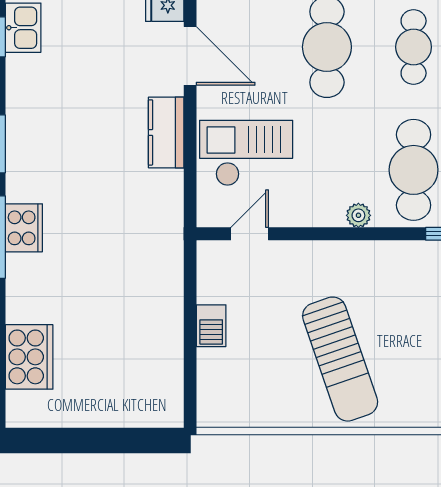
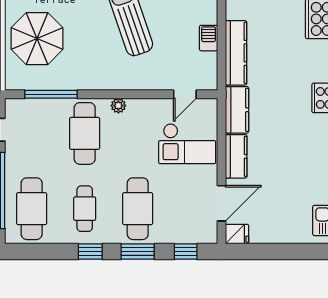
door: (190, 56) -> (221, 203), swing flipped
kitchen counter: (165, 208) -> (237, 110), added
kitchen counter: (166, 301) -> (236, 53), added

